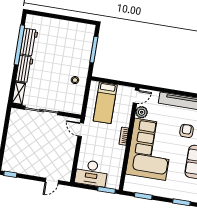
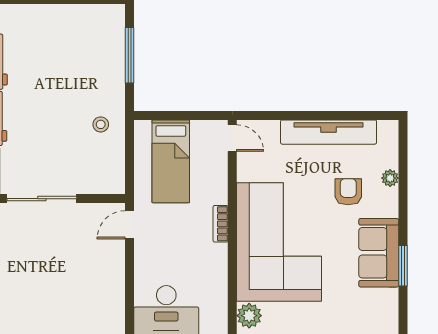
door: (136, 97) -> (232, 138), hinge flipped
plant: (142, 112) -> (249, 316), moved
door: (81, 130) -> (129, 225), hinge flipped

